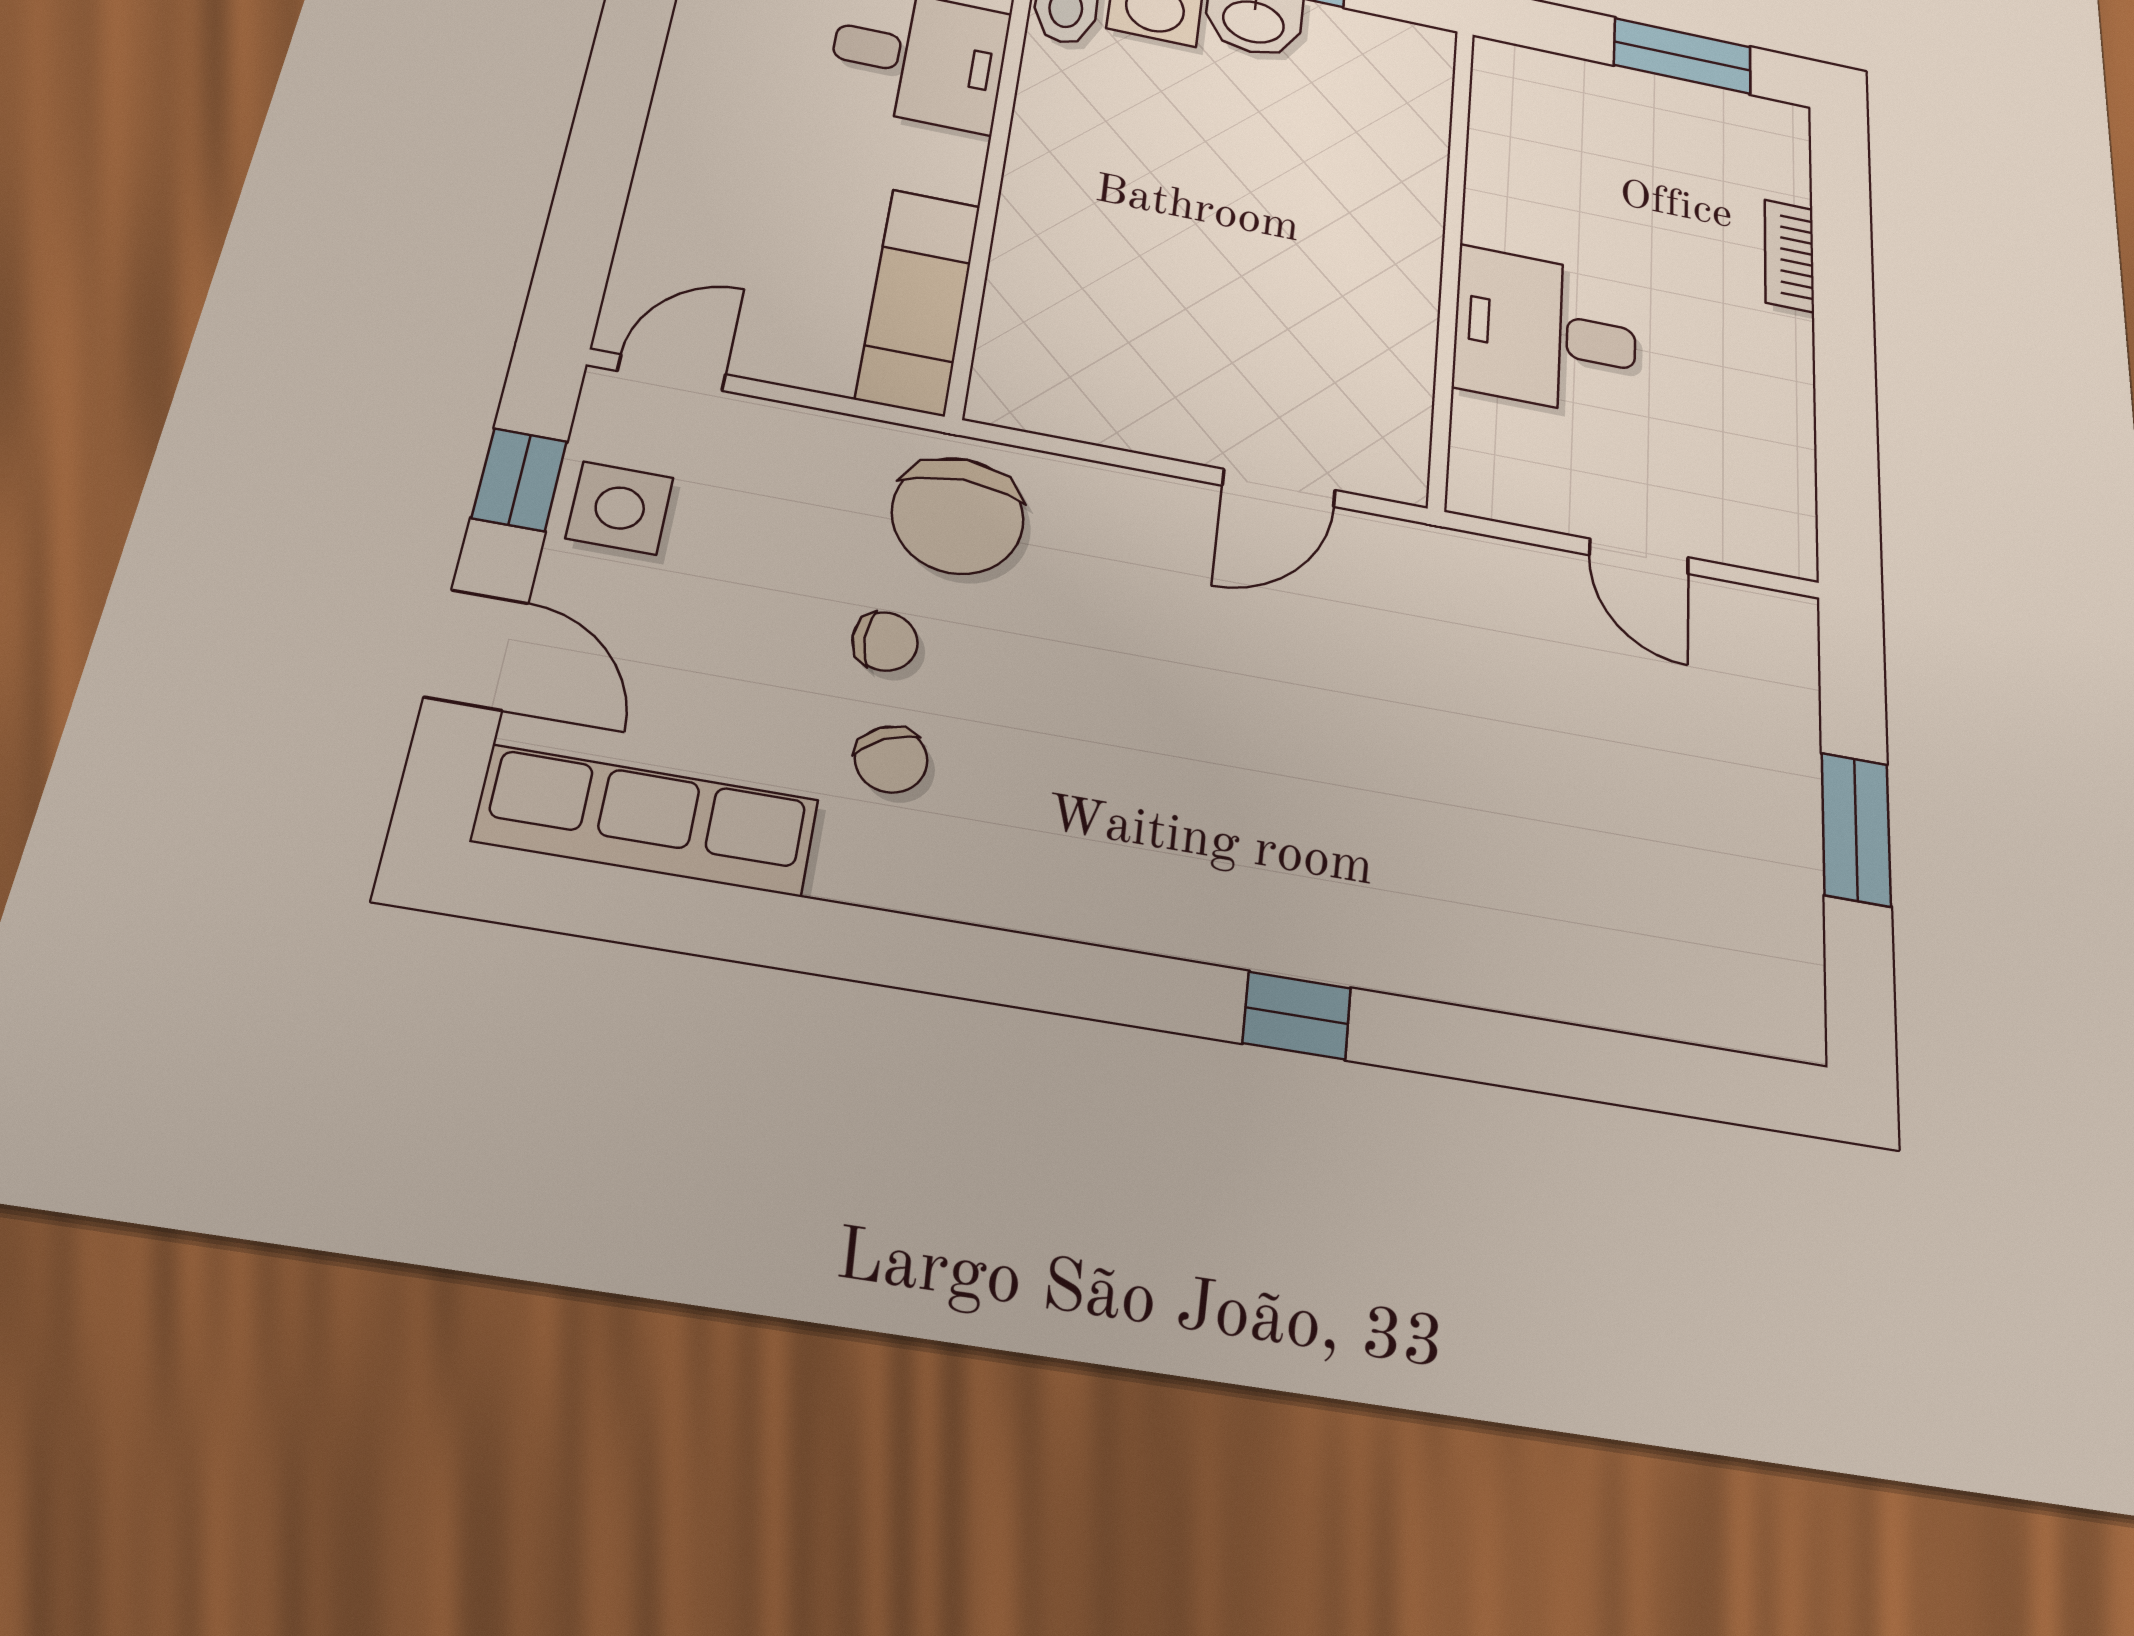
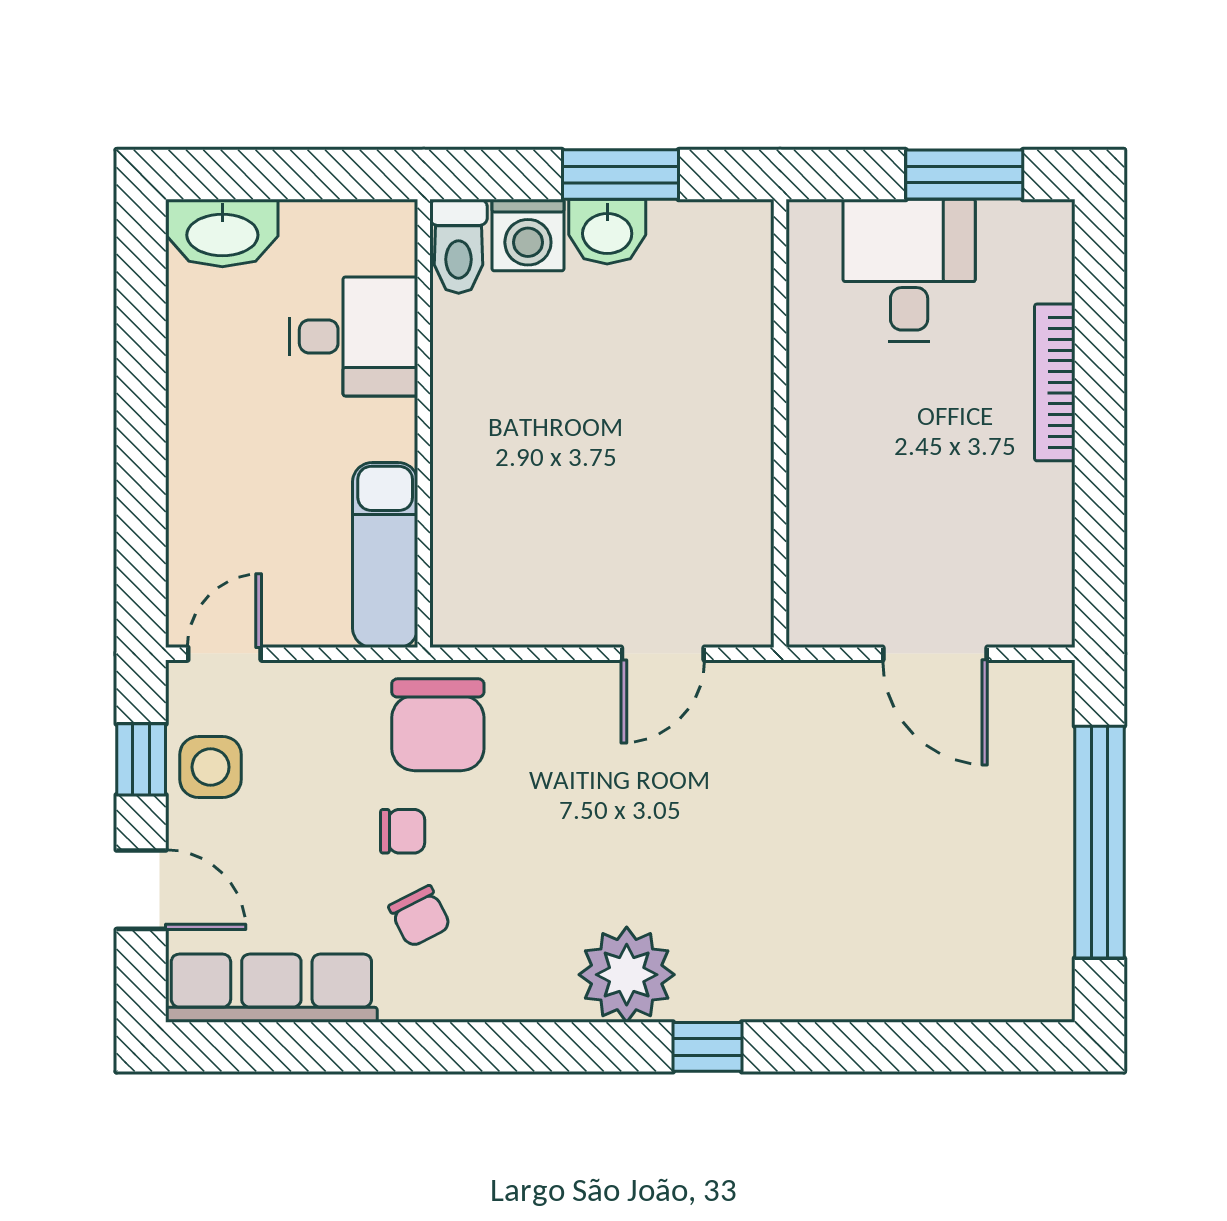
bookcase: (1789, 256) -> (1055, 382), width x1.56
desk: (1546, 332) -> (909, 270), moved, turned 90
door: (1639, 556) -> (935, 654), width x1.38
window: (1856, 829) -> (1099, 842), width x2.11
plant: (1187, 892) -> (627, 975), added

